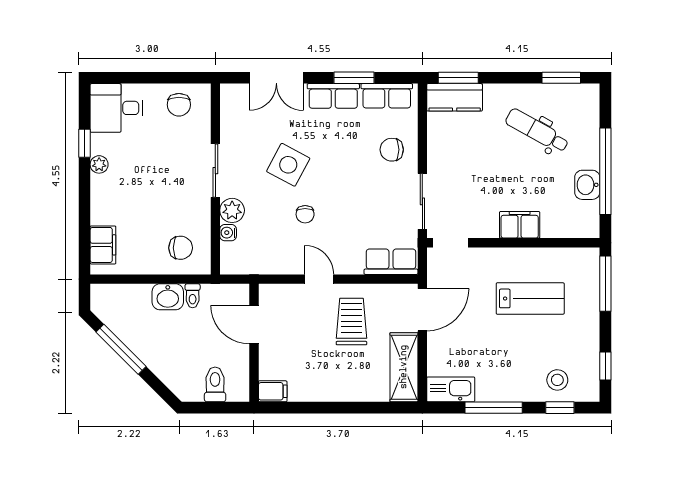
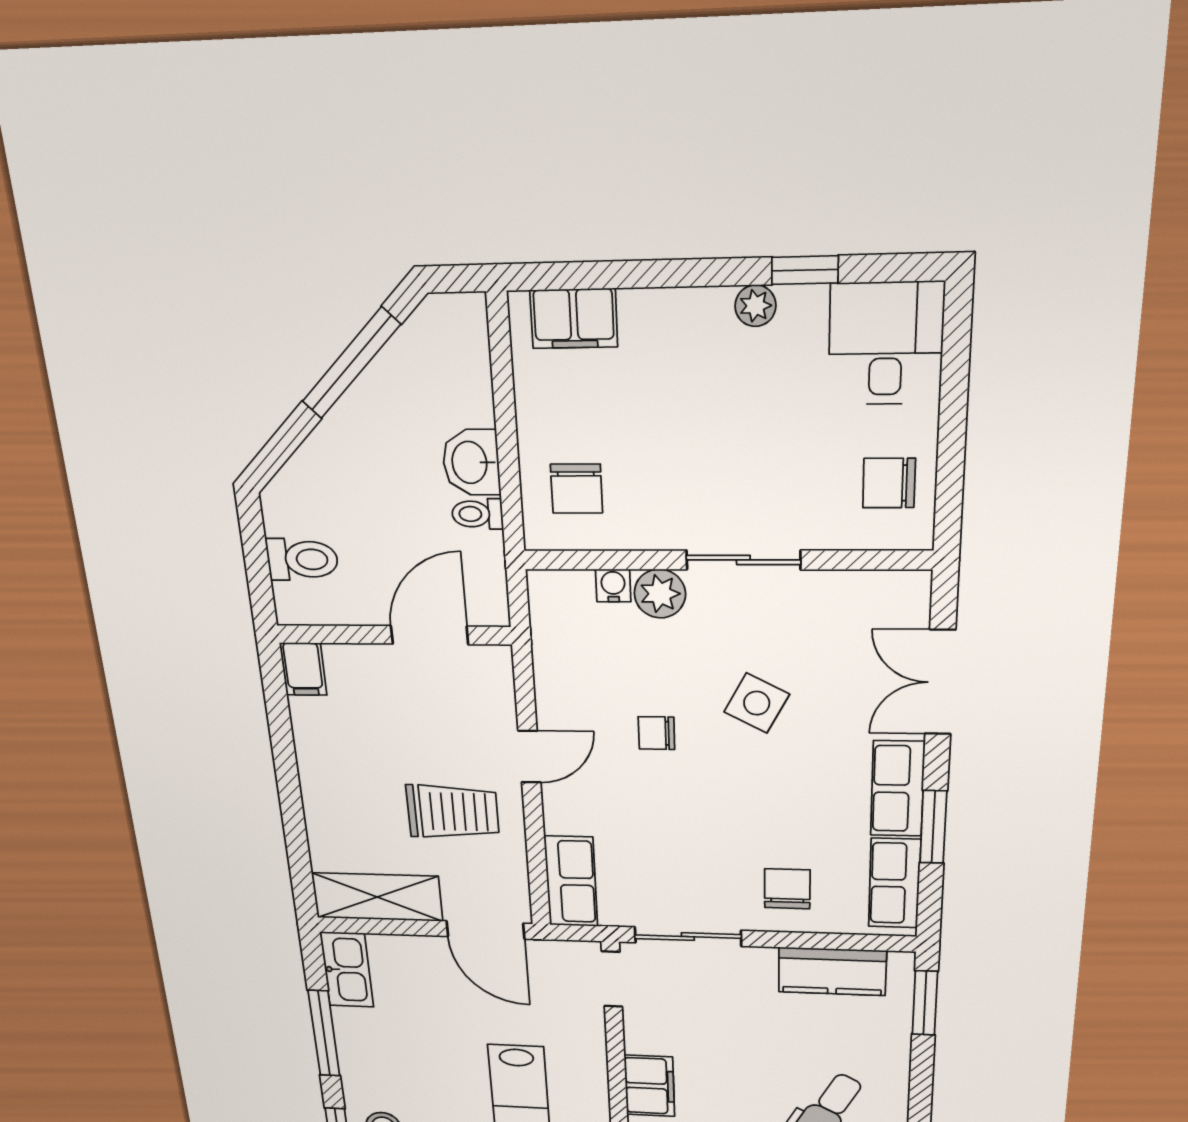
kitchen counter: (455, 97) -> (832, 971), moved, turned -90
side table: (288, 165) -> (757, 703), width x0.73, depth x0.73

